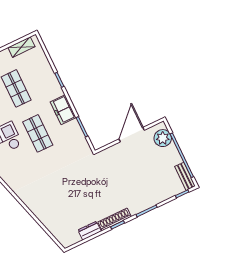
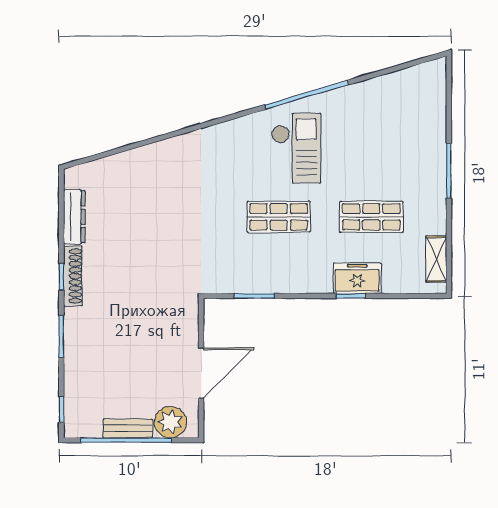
freezer: (63, 110) -> (357, 278), moved
door: (132, 135) -> (201, 373), hinge flipped
bench: (185, 176) -> (128, 428), moved
dresser: (90, 231) -> (74, 217), width x1.44

